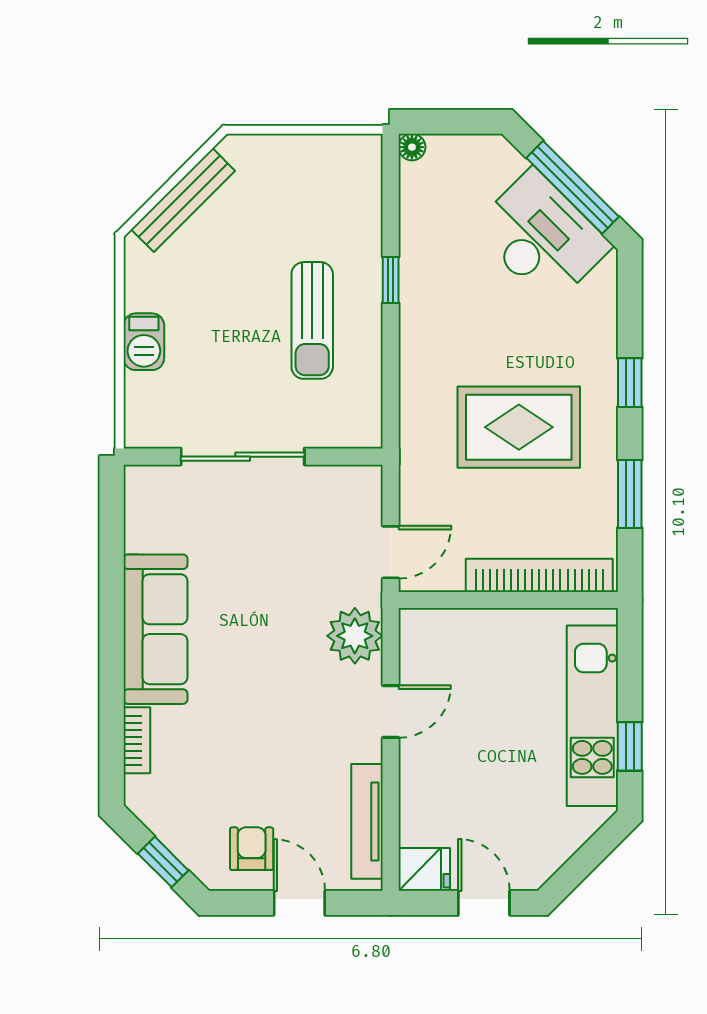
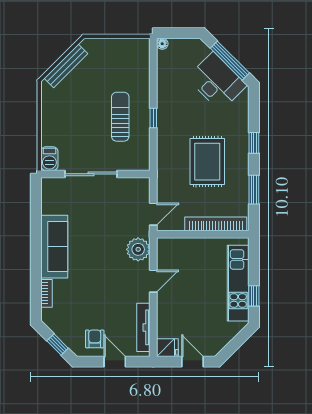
window: (391, 280) -> (153, 118), moved
sun lounger: (312, 320) -> (120, 117), turned 180
barbecue: (144, 342) -> (49, 159), moved
rug: (519, 427) -> (207, 162), turned 90

